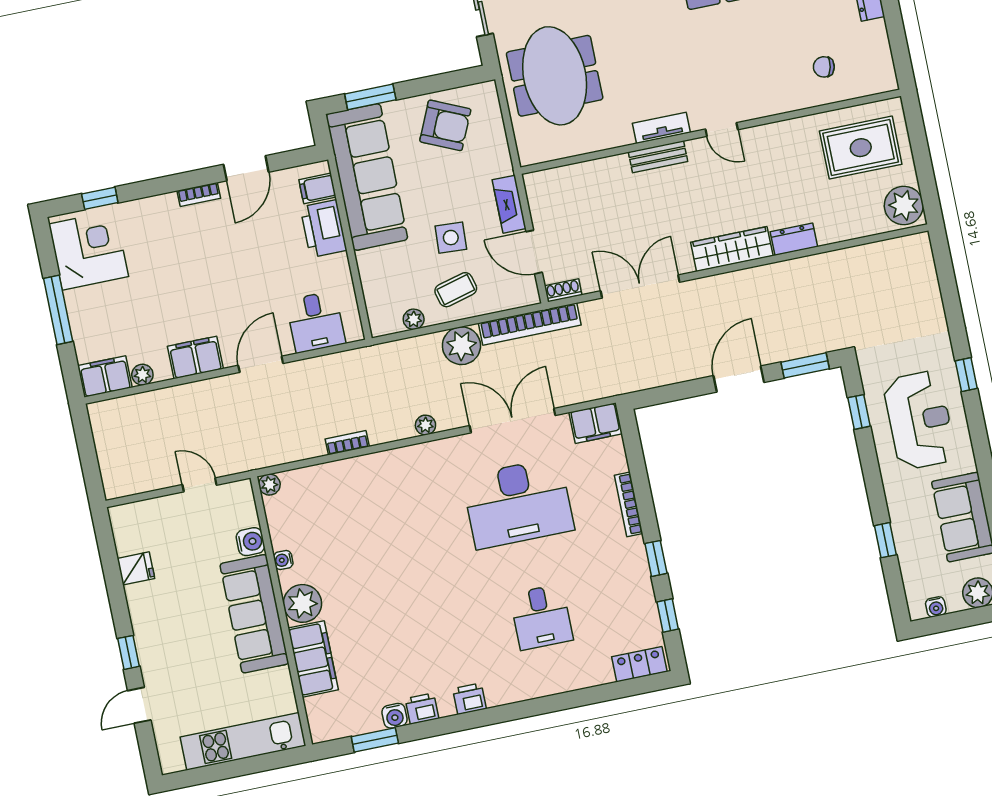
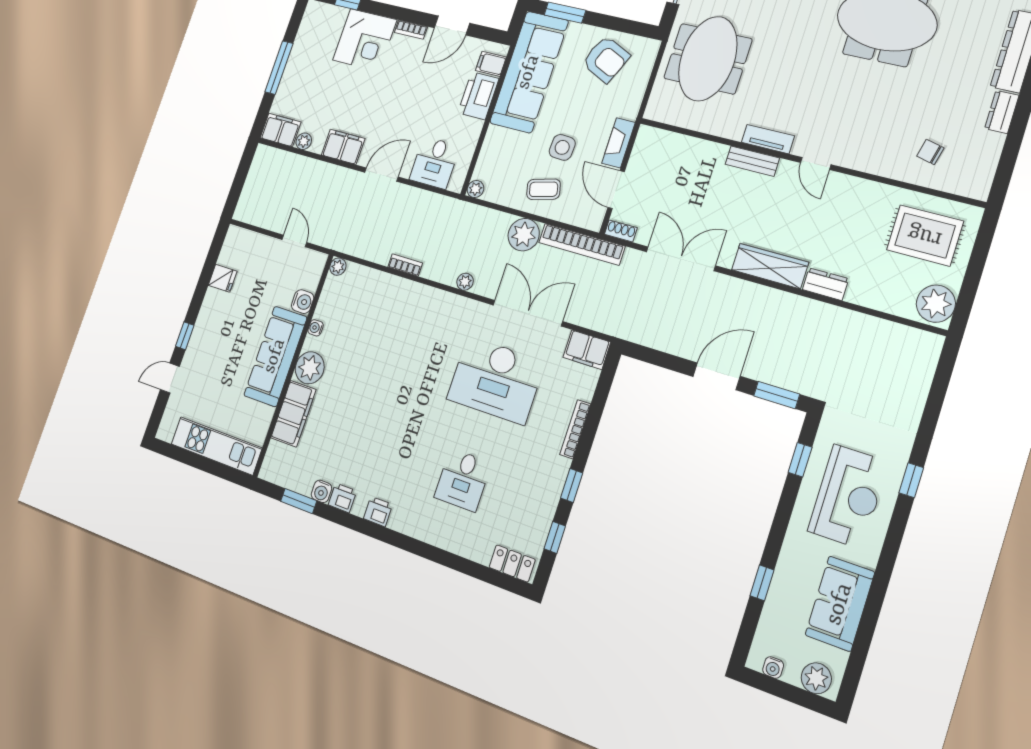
corner desk: (89, 250) -> (365, 40), moved, turned 90
plant: (414, 319) -> (475, 189), moved

